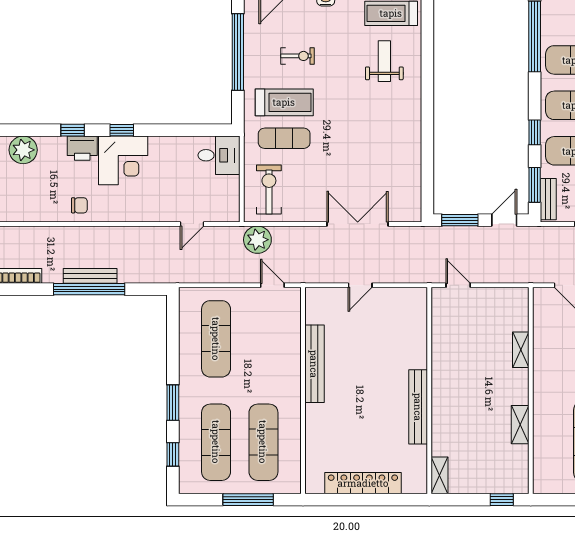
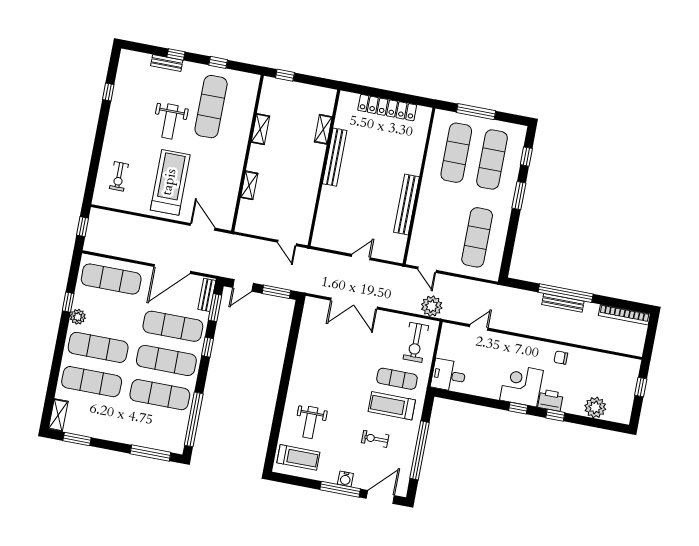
shelving: (439, 475) -> (323, 129), moved

